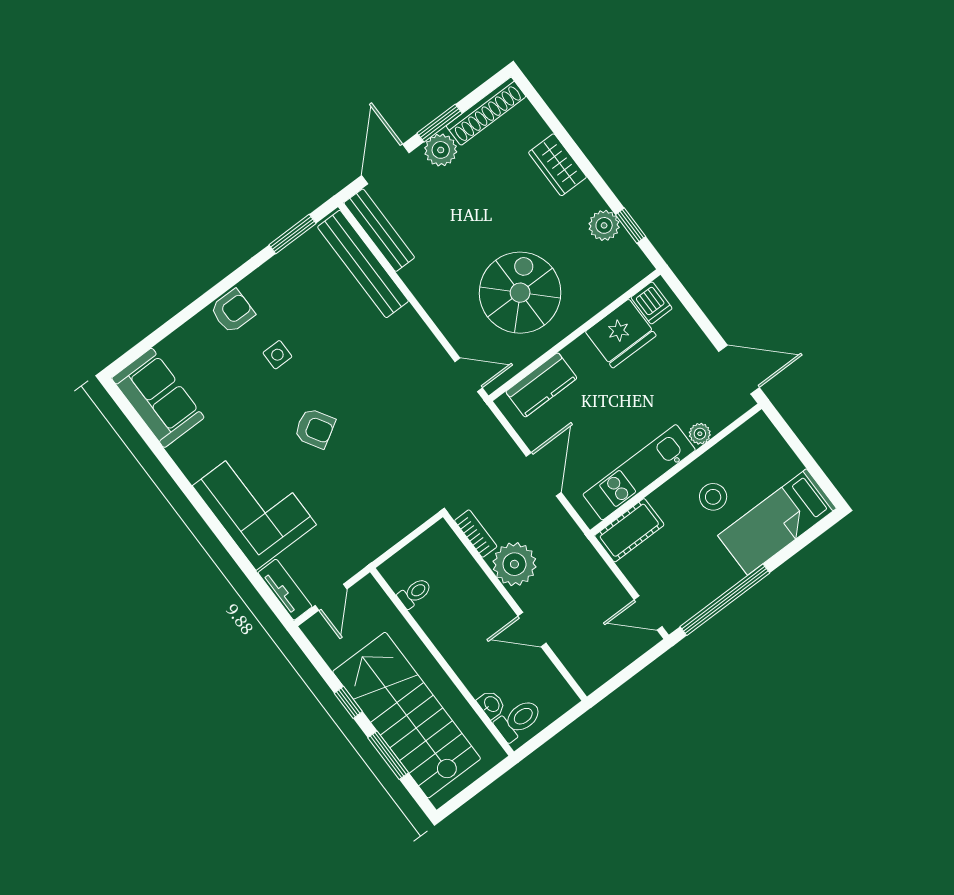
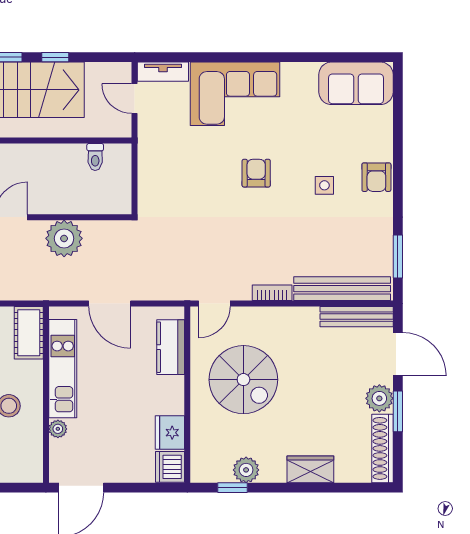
dishwasher: (652, 303) -> (170, 467), width x1.38
fridge: (621, 334) -> (170, 433), width x0.73, depth x0.75
armchair: (315, 428) -> (256, 173), turned 121
bookcase: (476, 534) -> (272, 293), moved, turned 180

